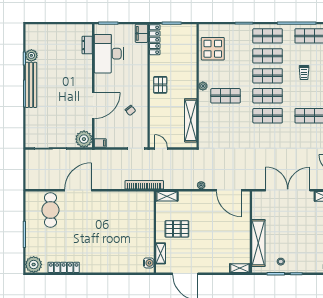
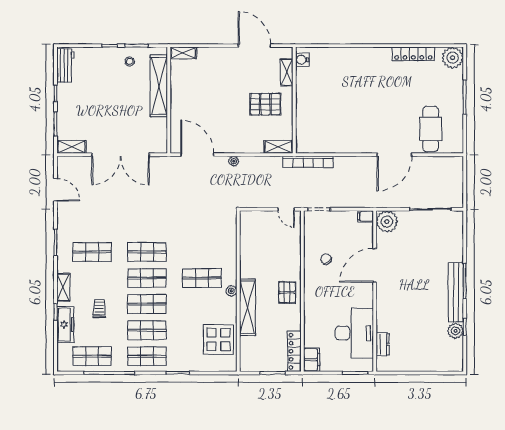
shelving: (191, 120) -> (247, 307), moved

